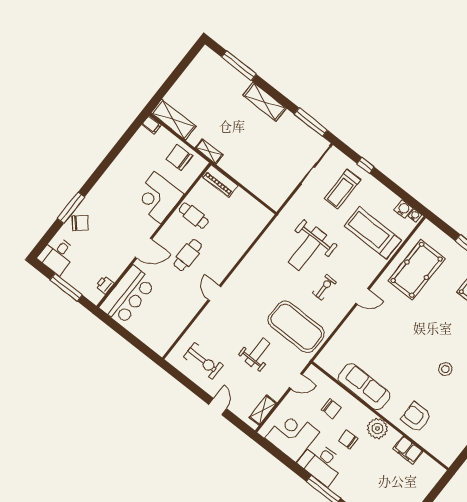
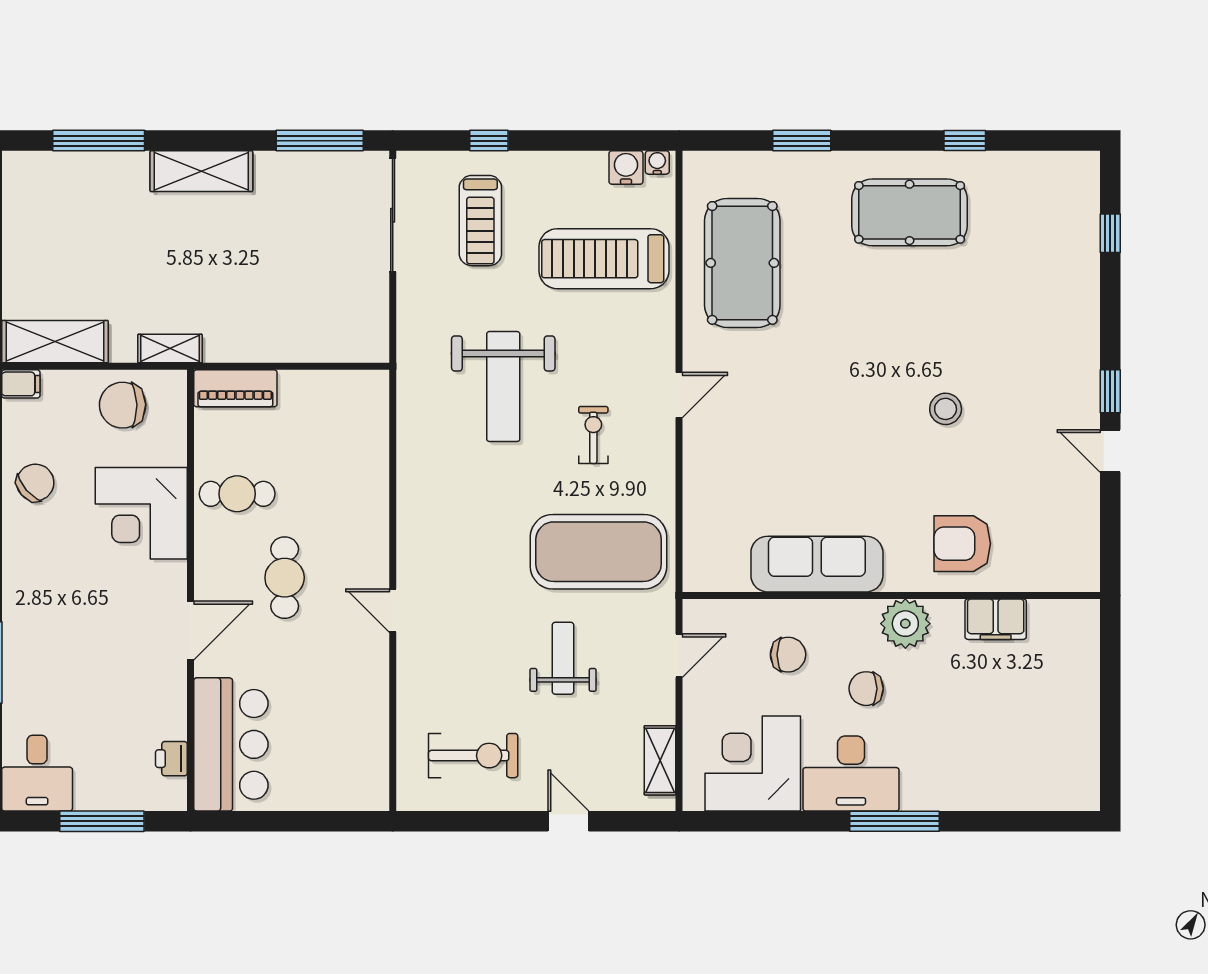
chair: (80, 223) -> (35, 483), moved

